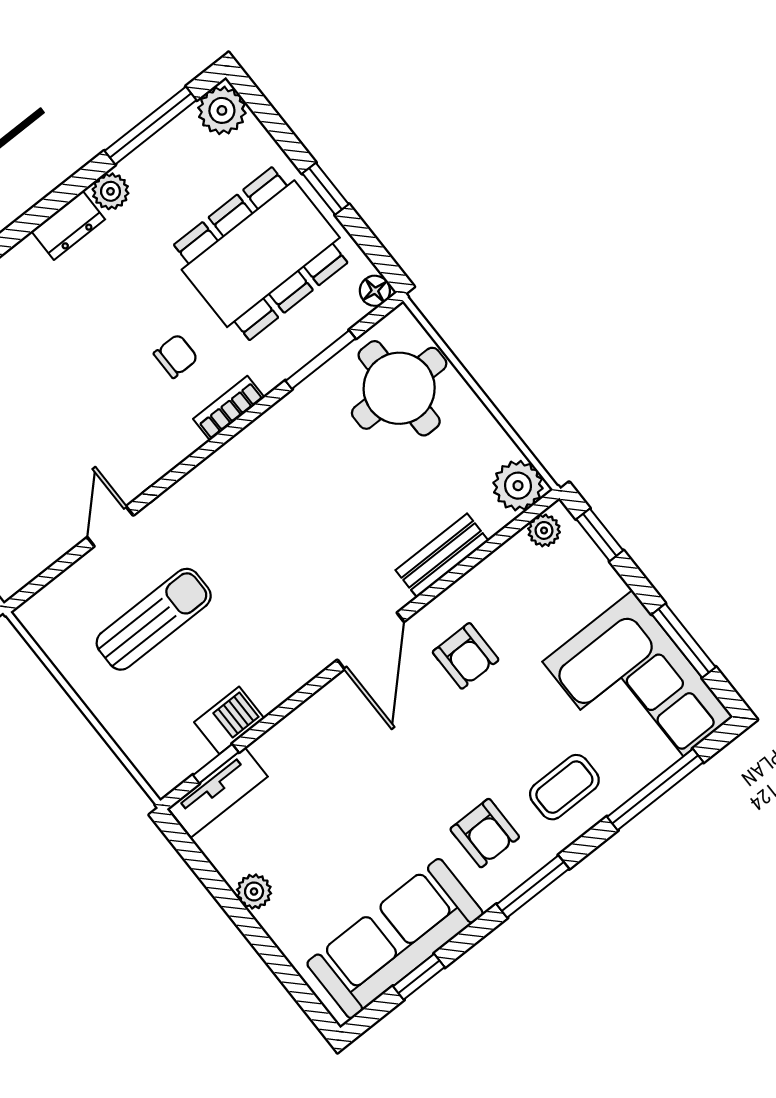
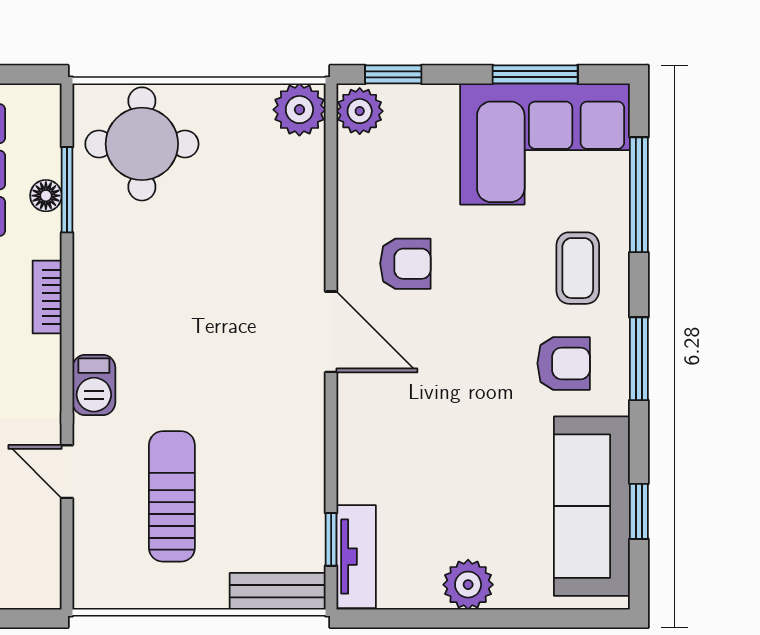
floor lamp: (375, 291) -> (46, 196), moved
plant: (544, 530) -> (360, 111), width x1.38, depth x1.38
bench: (442, 555) -> (278, 591), moved, turned 90
barbecue: (229, 720) -> (94, 385), moved, turned 180
plant: (254, 892) -> (468, 585), width x1.38, depth x1.38

